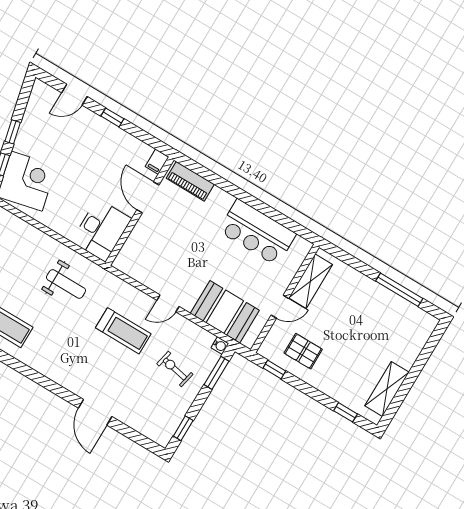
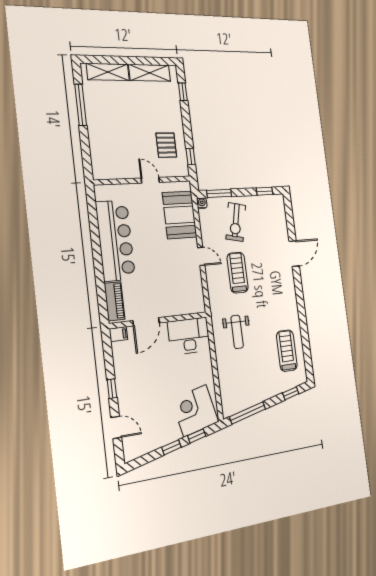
bar counter: (257, 232) -> (115, 240), width x1.36
shelving: (311, 281) -> (108, 72), moved
weight bench: (66, 284) -> (237, 332), turned 180
exercise bike: (175, 369) -> (236, 222), width x1.38, depth x1.39

